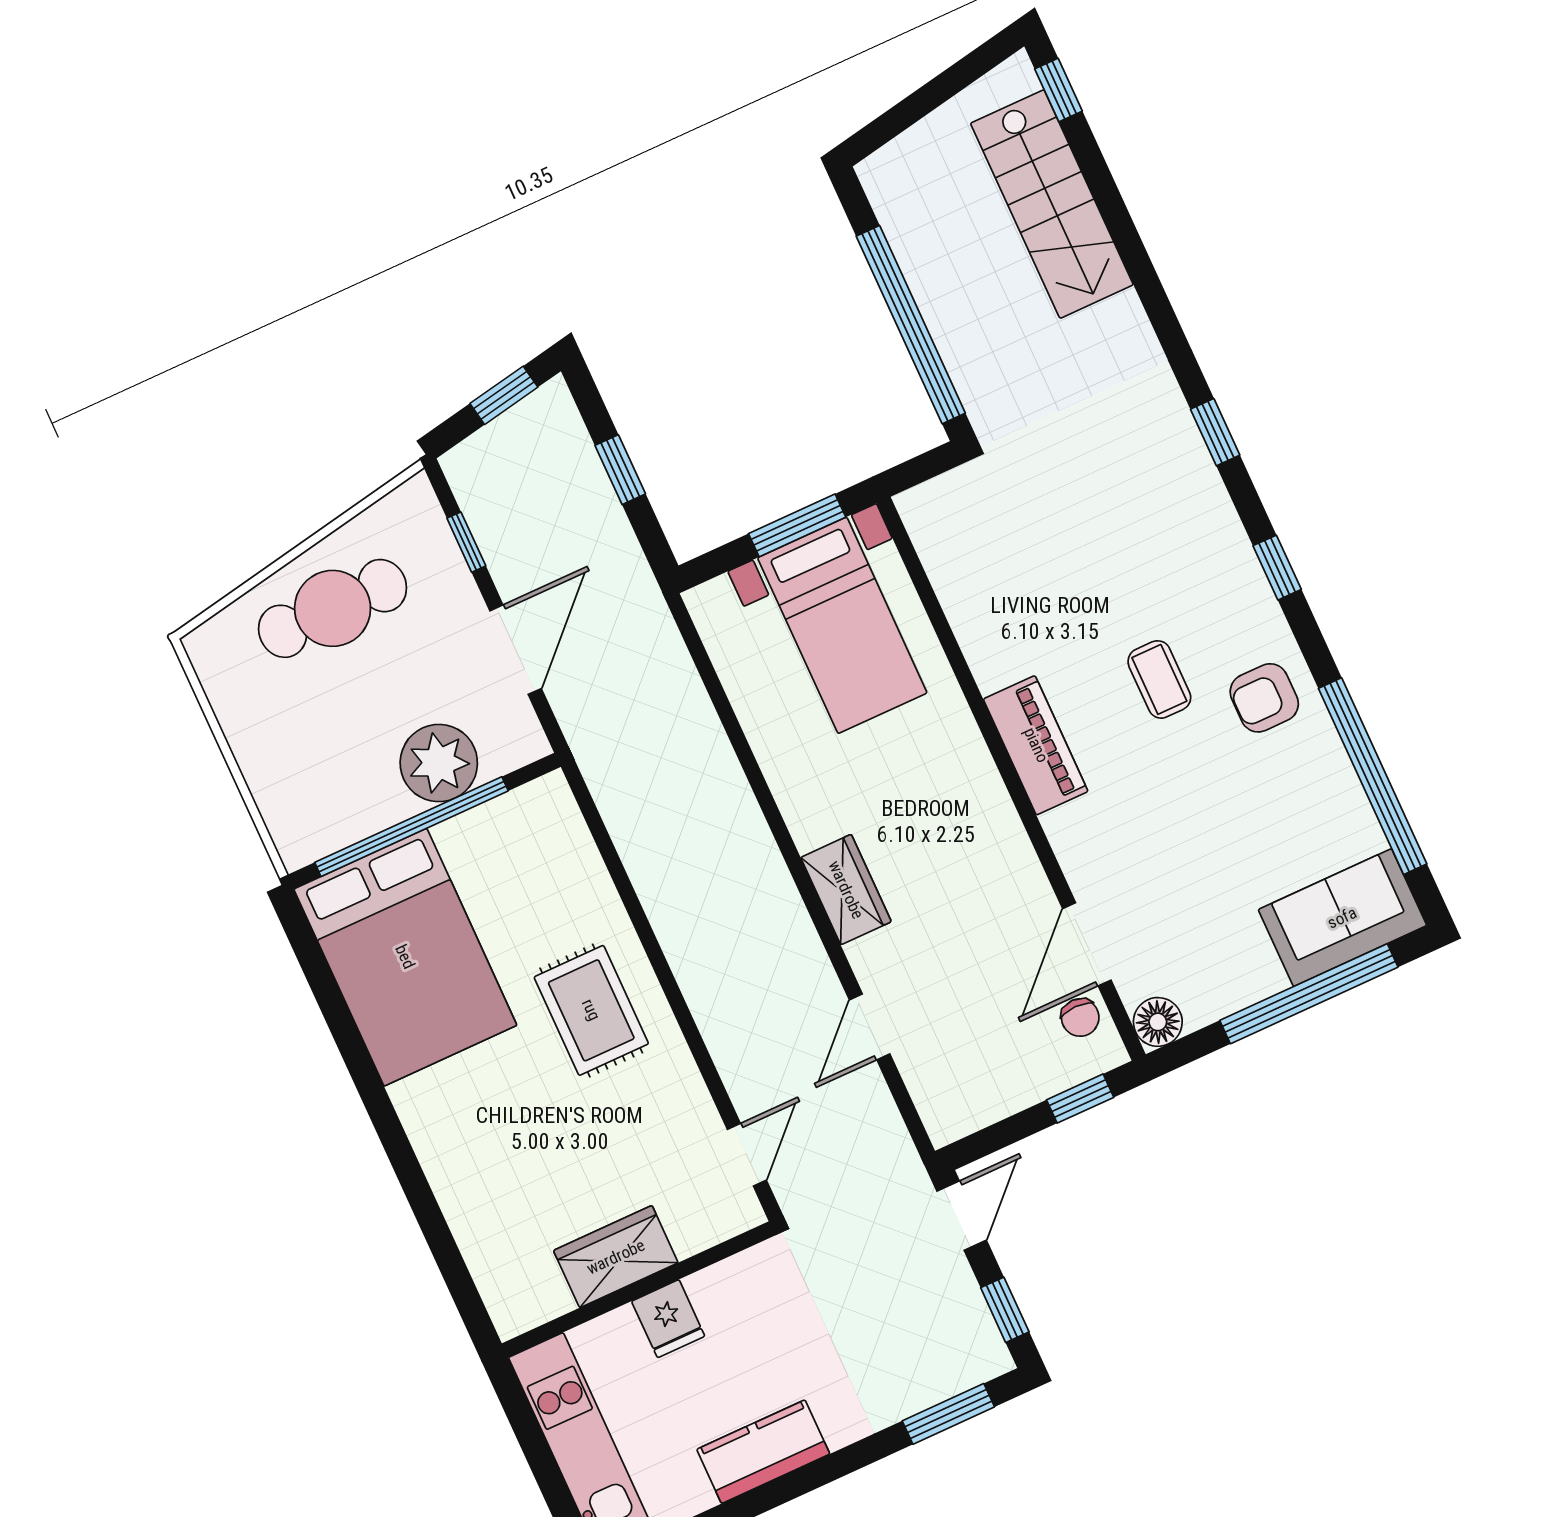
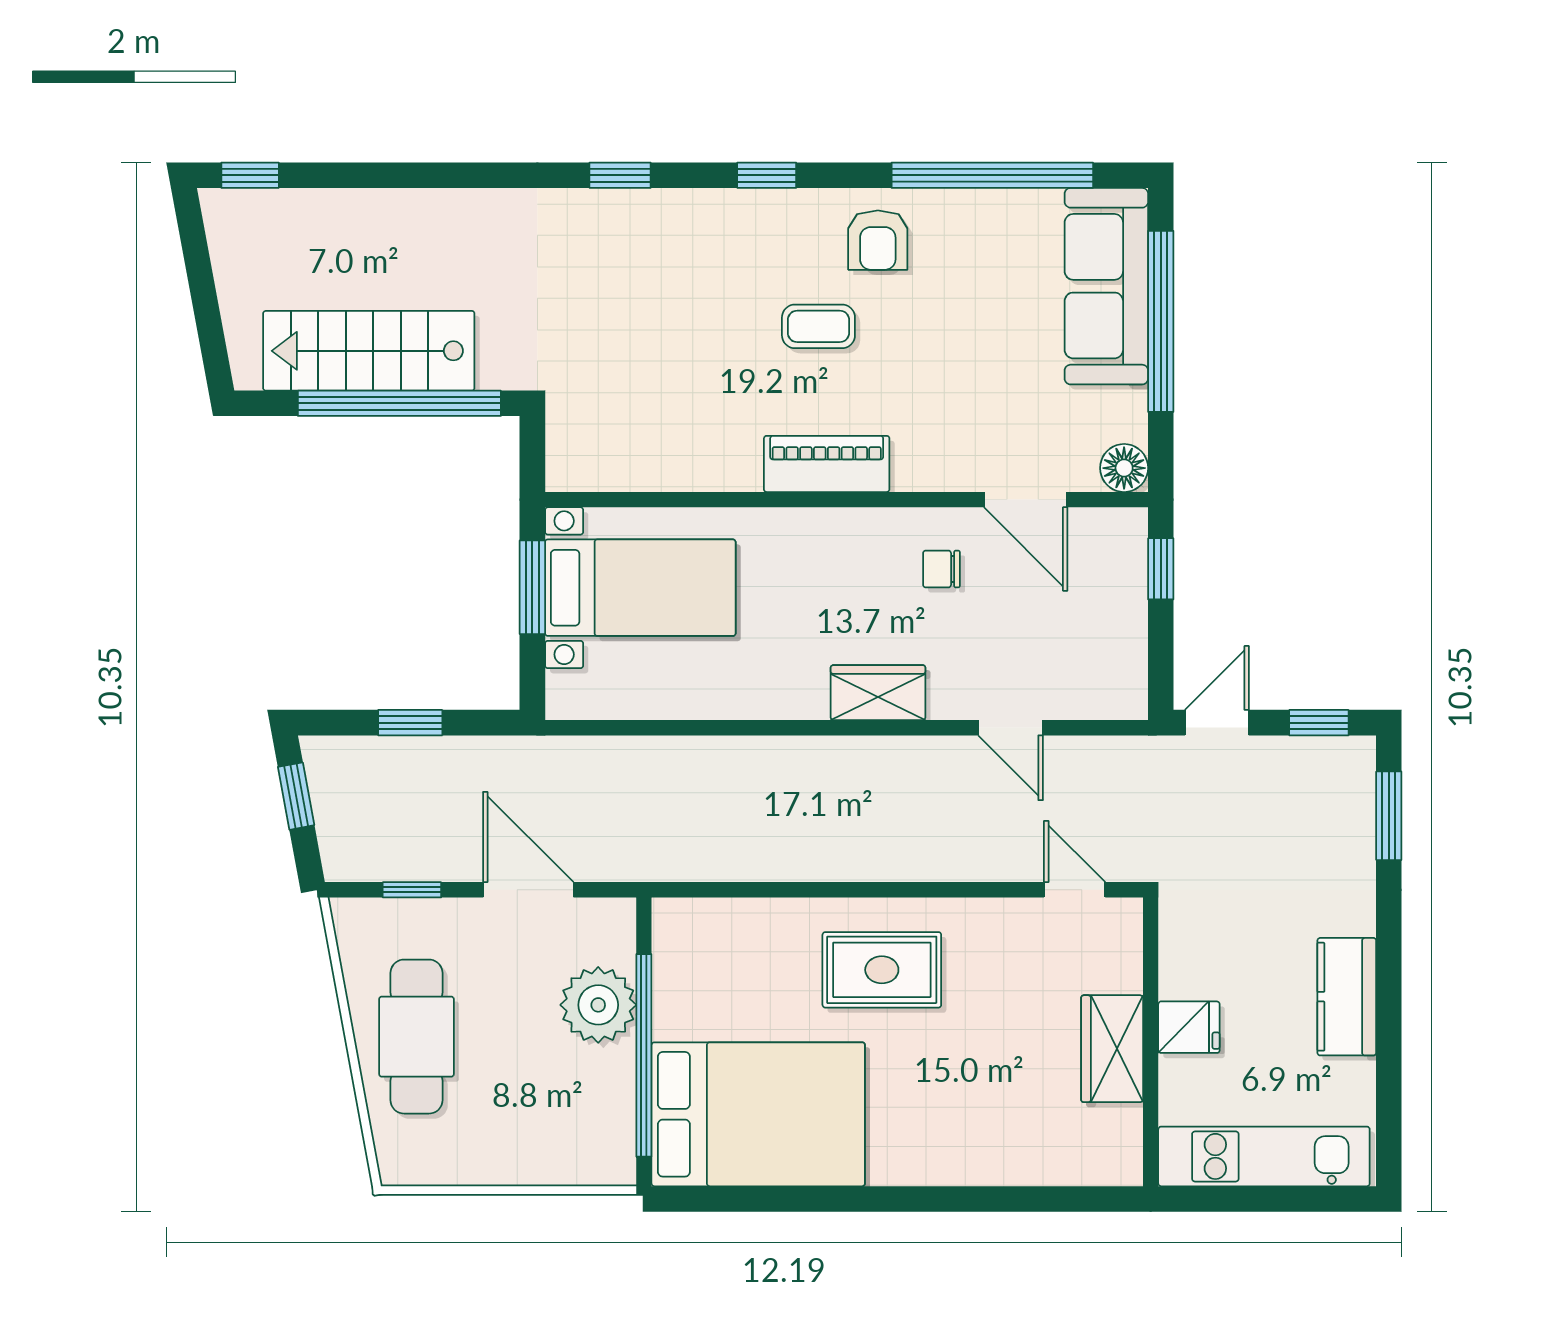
stairs: (1052, 204) -> (369, 351), moved, turned 180
sofa: (1342, 918) -> (1106, 286), width x1.36
chair: (1080, 1018) -> (941, 569), moved, turned 180
door: (962, 1216) -> (1217, 723), hinge flipped

